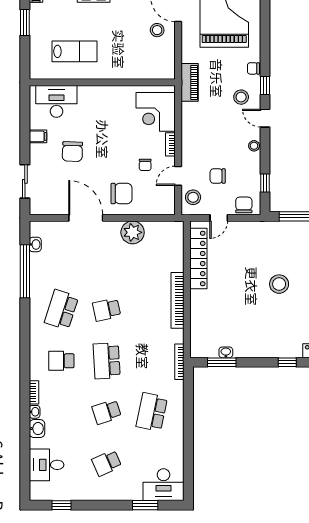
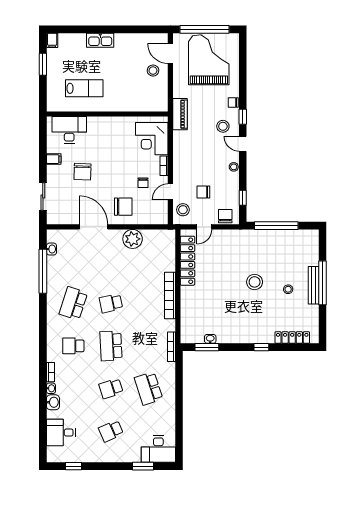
school desk: (152, 412) -> (149, 388), turned -30

